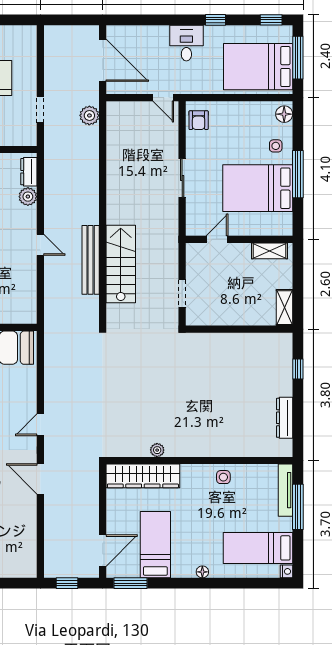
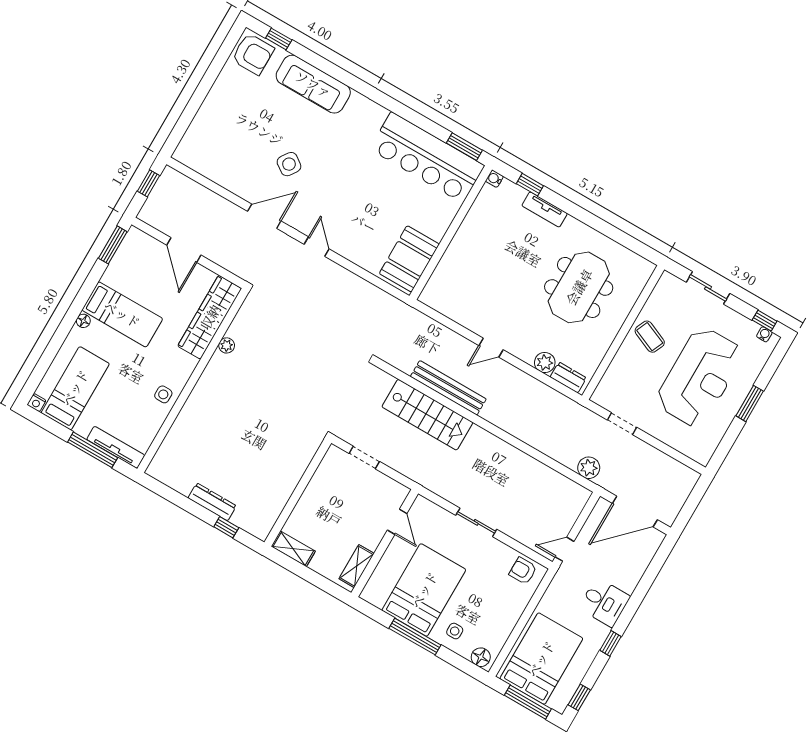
dresser: (285, 418) -> (212, 502), moved
bed: (155, 545) -> (122, 314), moved
door: (103, 551) -> (184, 250), moved

